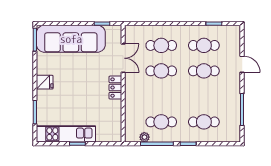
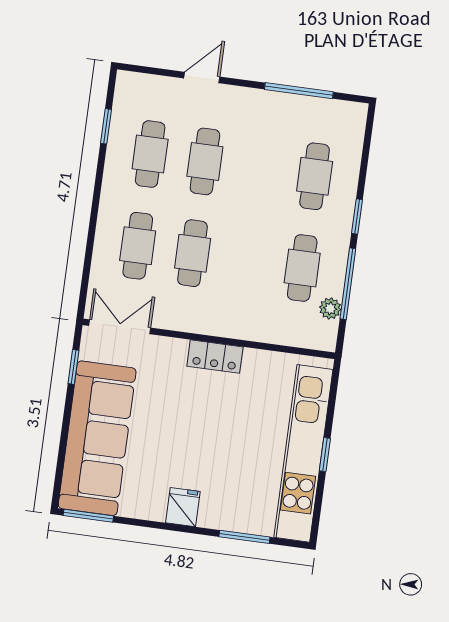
double door: (123, 58) -> (120, 327), moved
kitchen unit: (66, 134) -> (303, 453), width x1.36

